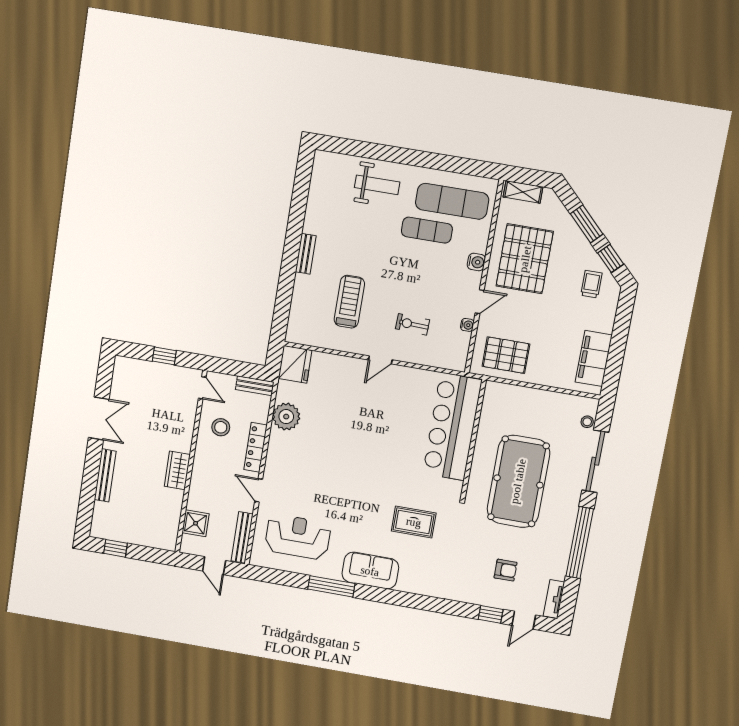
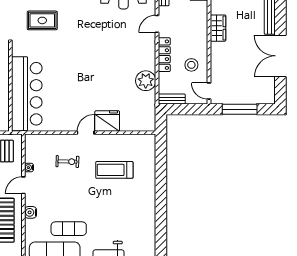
bench: (306, 254) -> (150, 198), removed
treadmill: (349, 302) -> (114, 170), turned 90
window: (164, 356) -> (240, 109), width x2.17
fridge: (295, 364) -> (107, 121), moved, turned 90
double door: (99, 418) -> (280, 56), width x1.37
door: (259, 490) -> (157, 24), swing flipped

